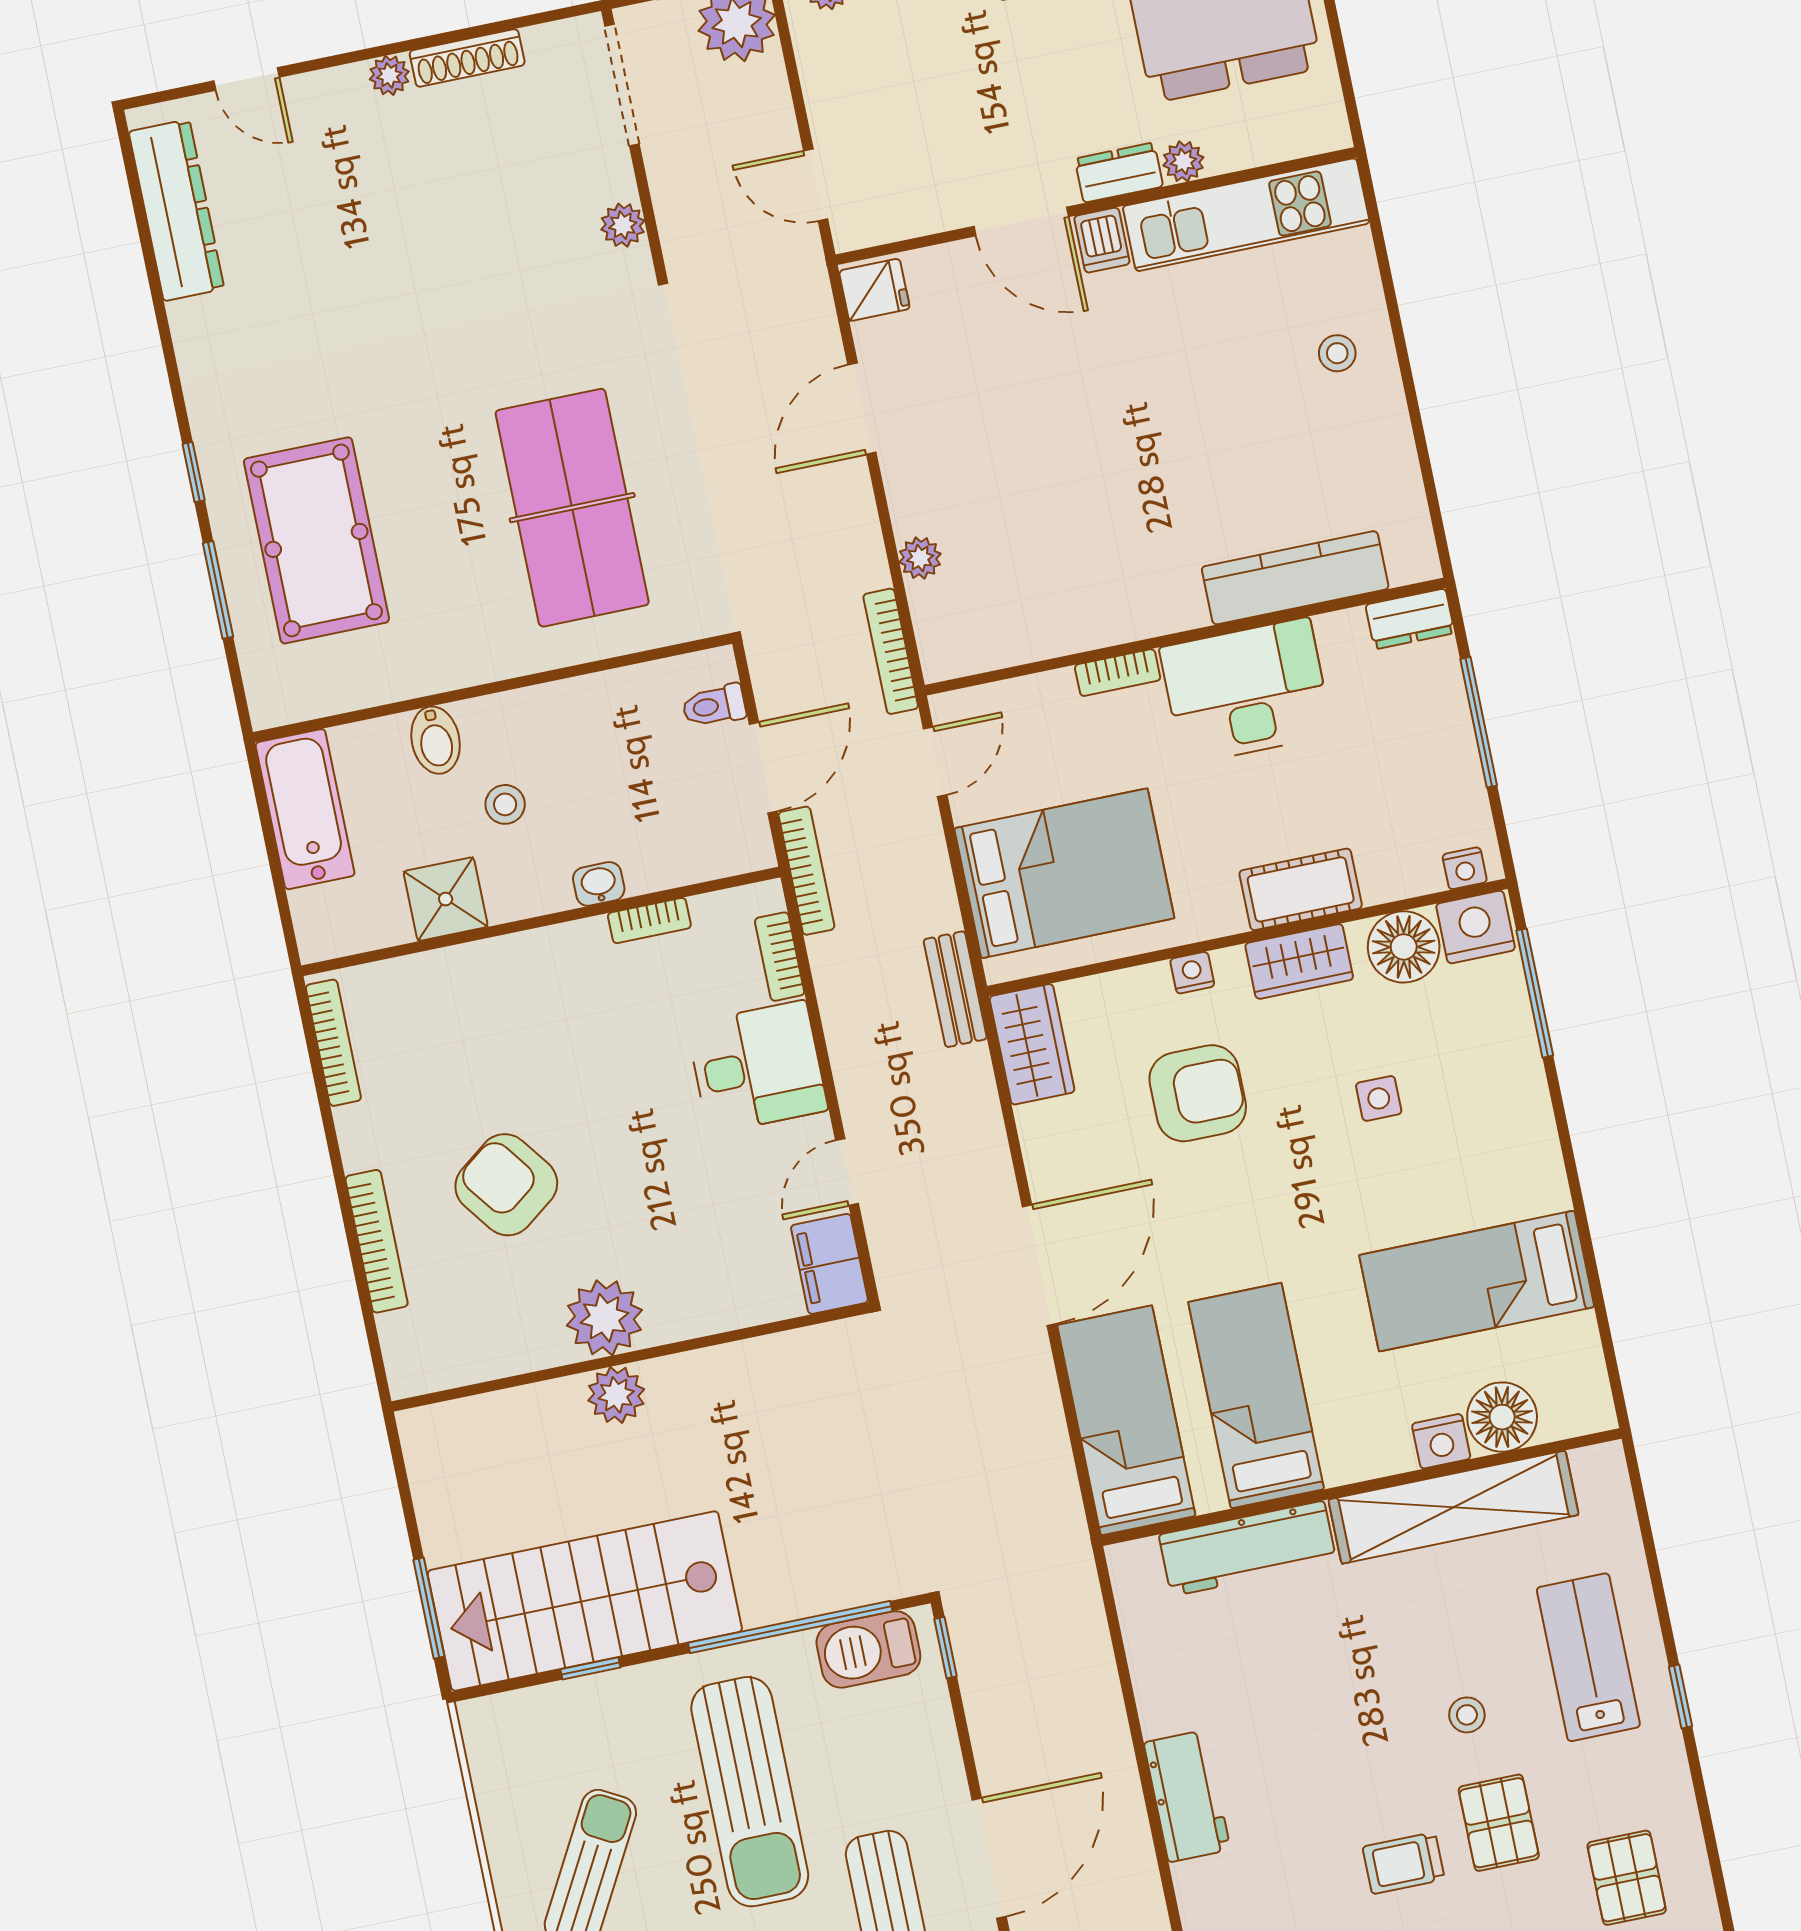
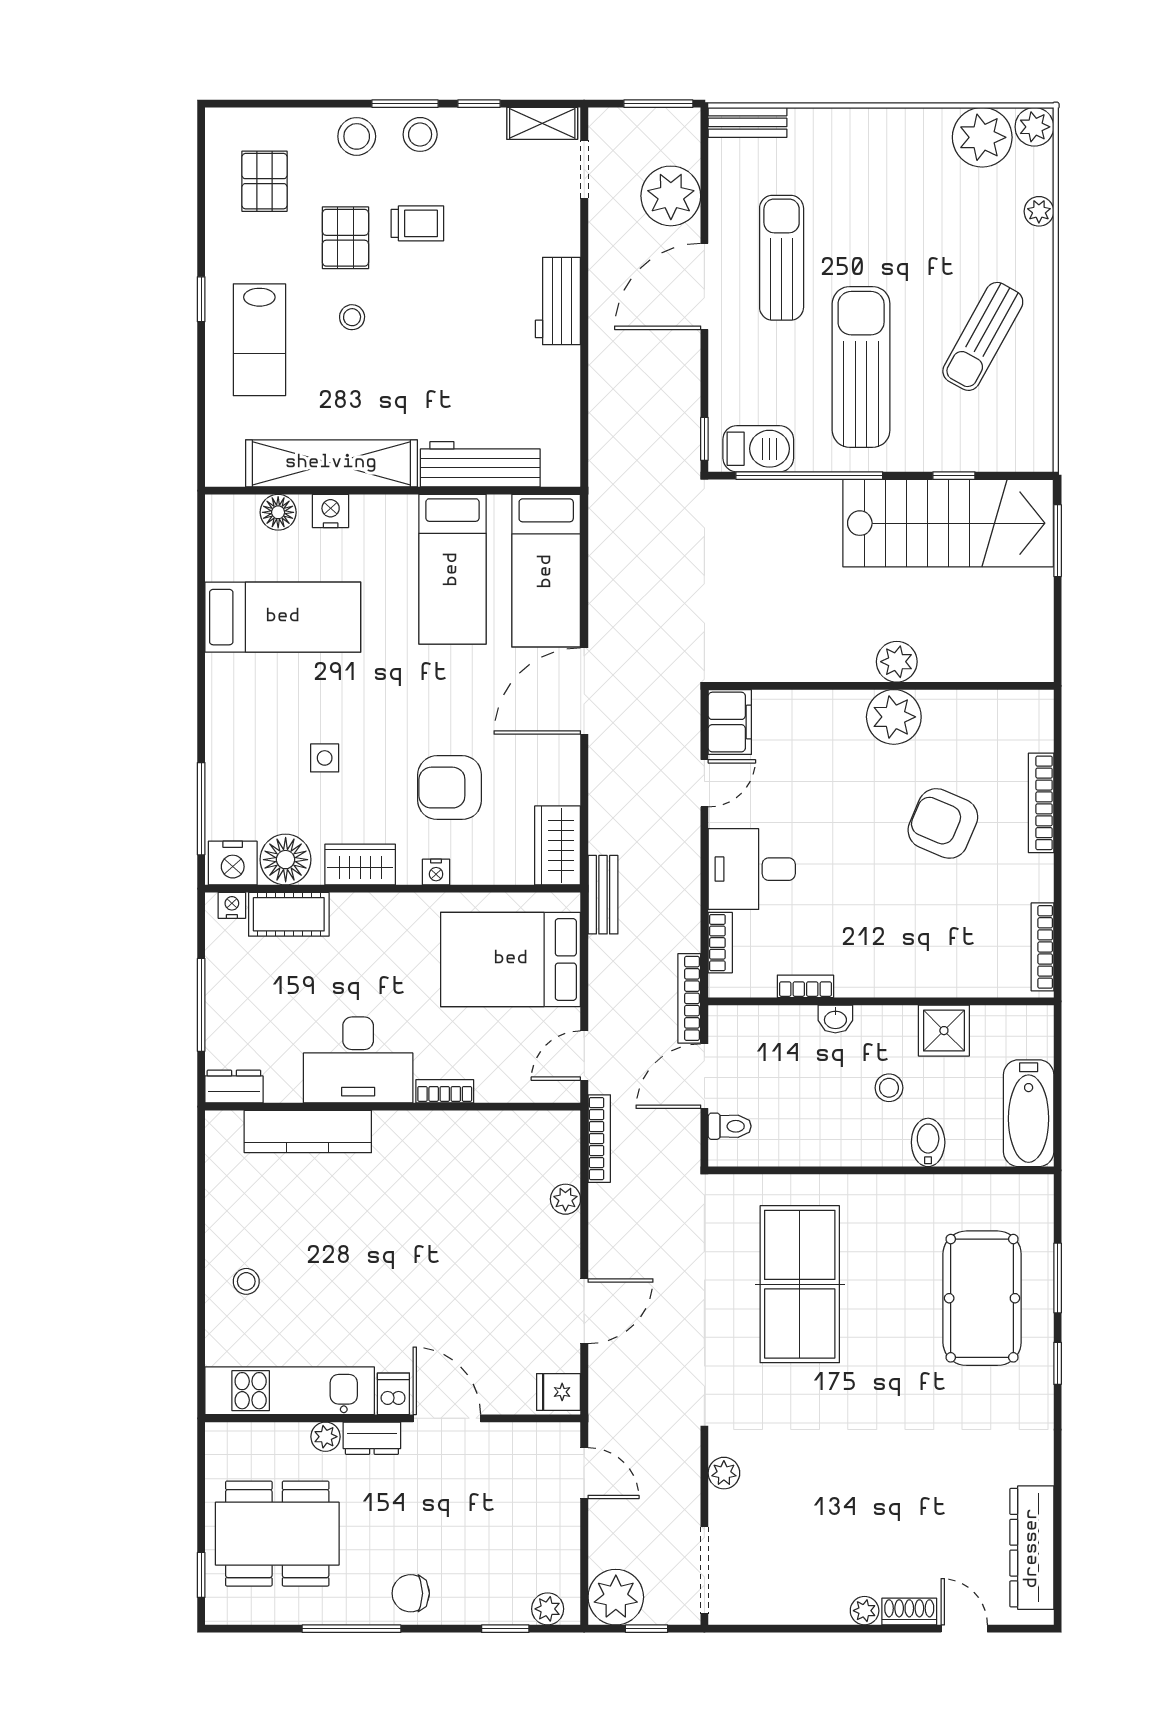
shoe rack: (467, 58) -> (909, 1612), moved, width x0.70
cot: (1301, 889) -> (289, 914), moved
armchair: (506, 1185) -> (943, 823), turned 150
floor lamp: (1502, 1417) -> (278, 512), width x0.73, depth x0.73

